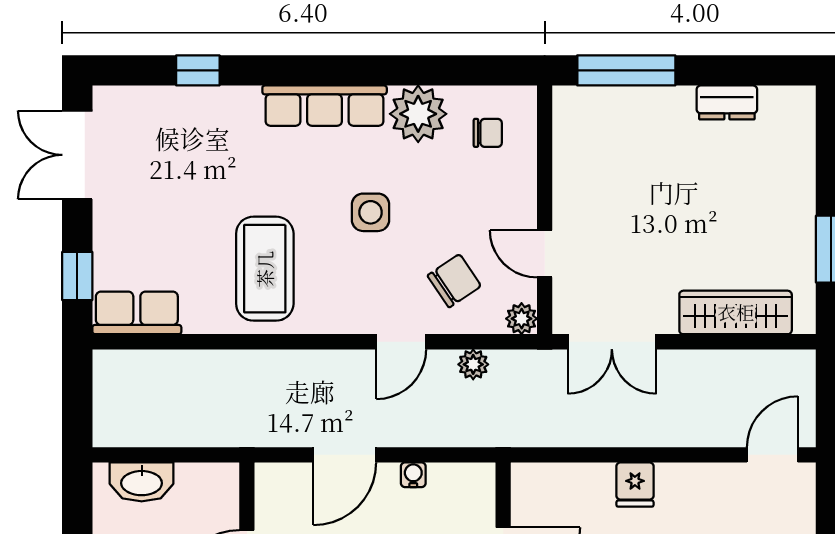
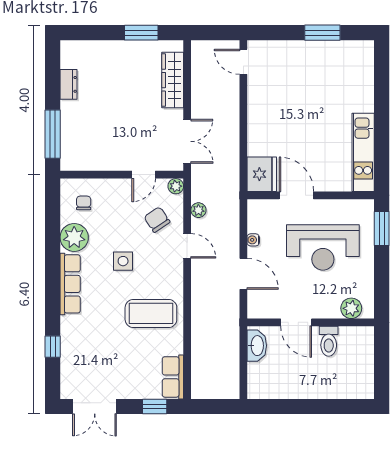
washbasin: (142, 482) -> (257, 346), moved
fridge: (635, 485) -> (262, 174), moved, width x1.88, depth x1.34

